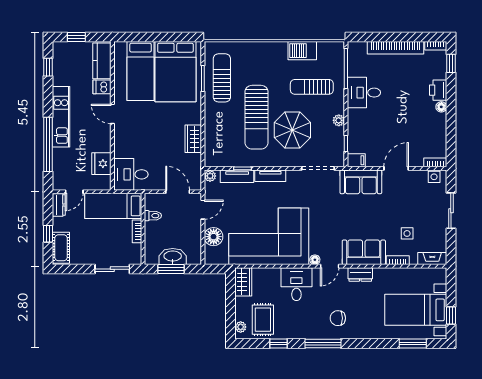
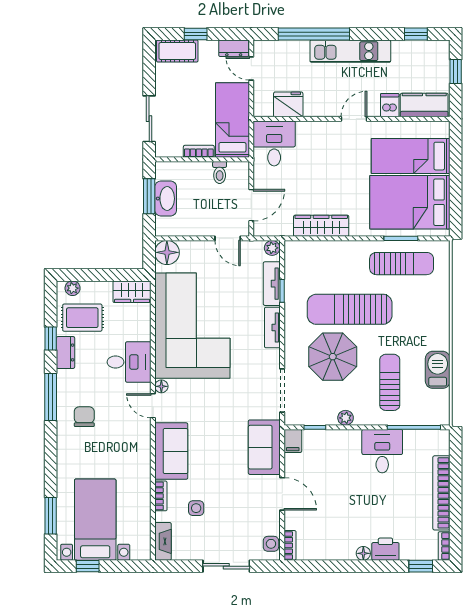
wardrobe: (193, 139) -> (321, 226), width x1.50
floor lamp: (214, 237) -> (167, 252), moved
dresser: (360, 274) -> (66, 352), moved, turned 180

